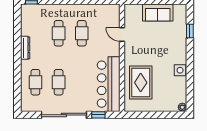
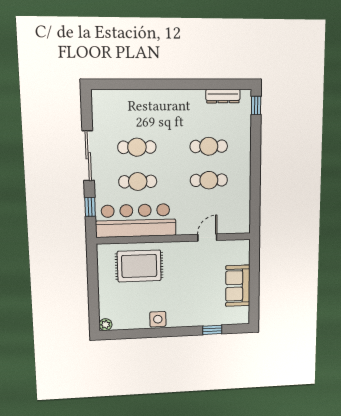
dresser: (25, 48) -> (223, 96), moved
cafe table: (35, 82) -> (138, 182), moved
sliding door: (64, 115) -> (88, 156), width x0.73

